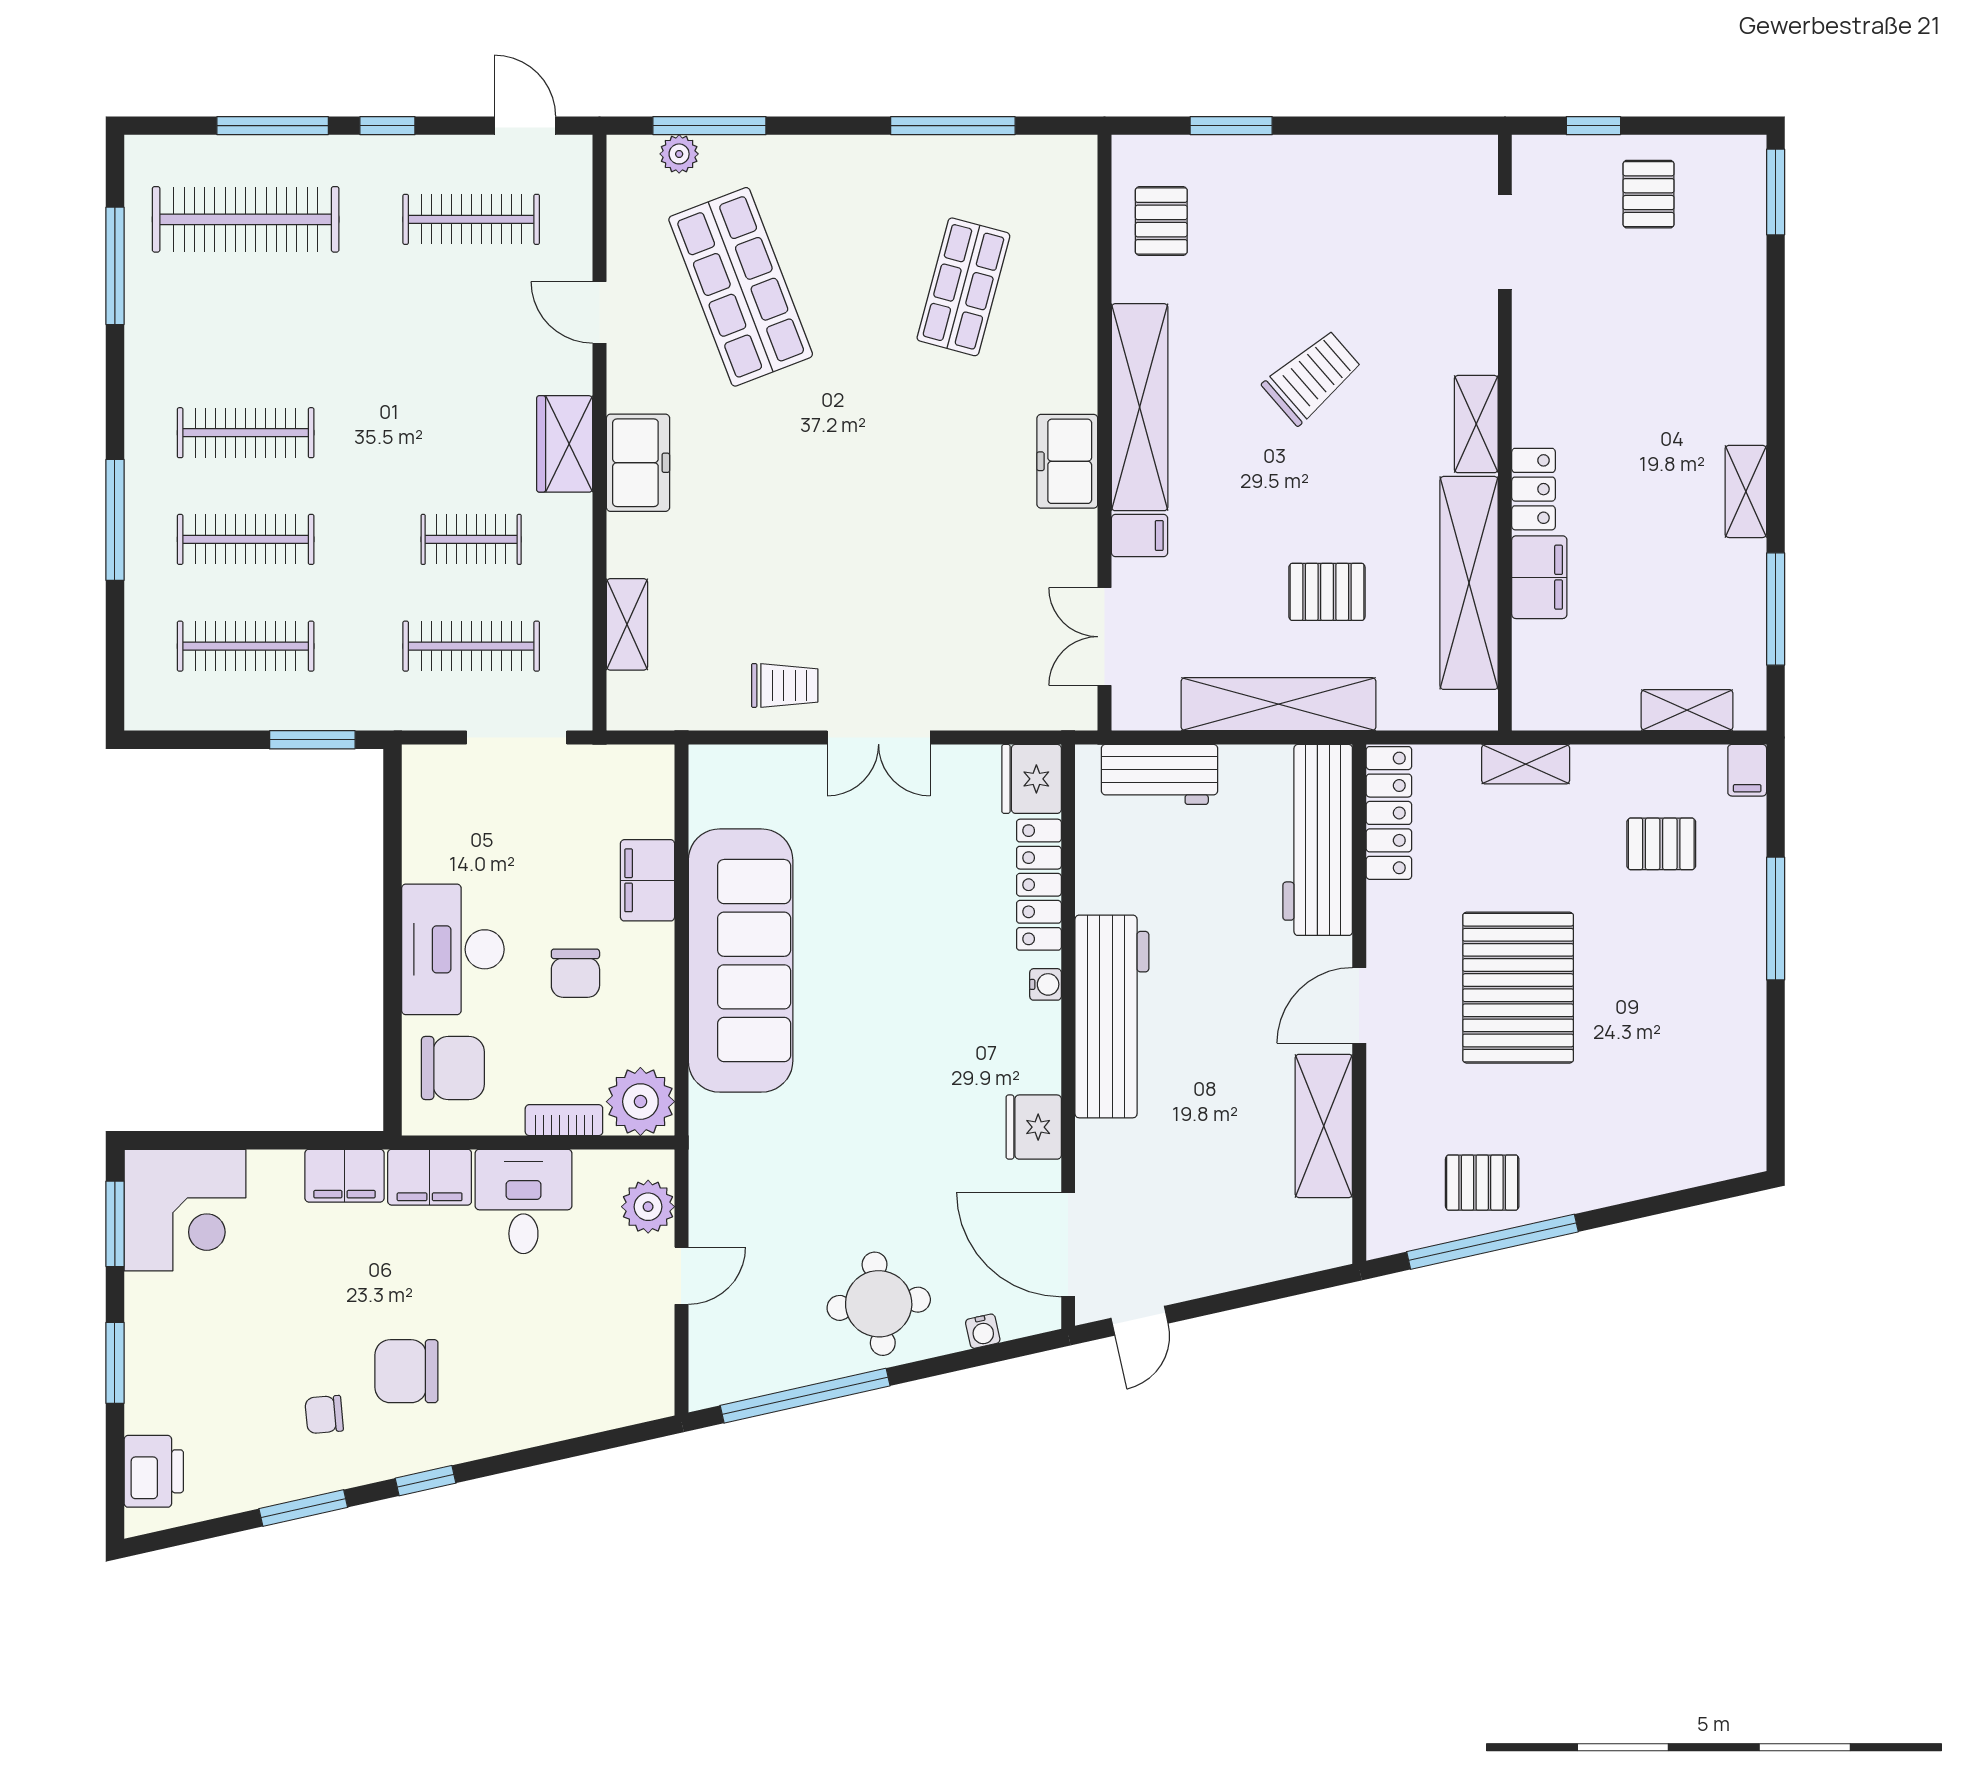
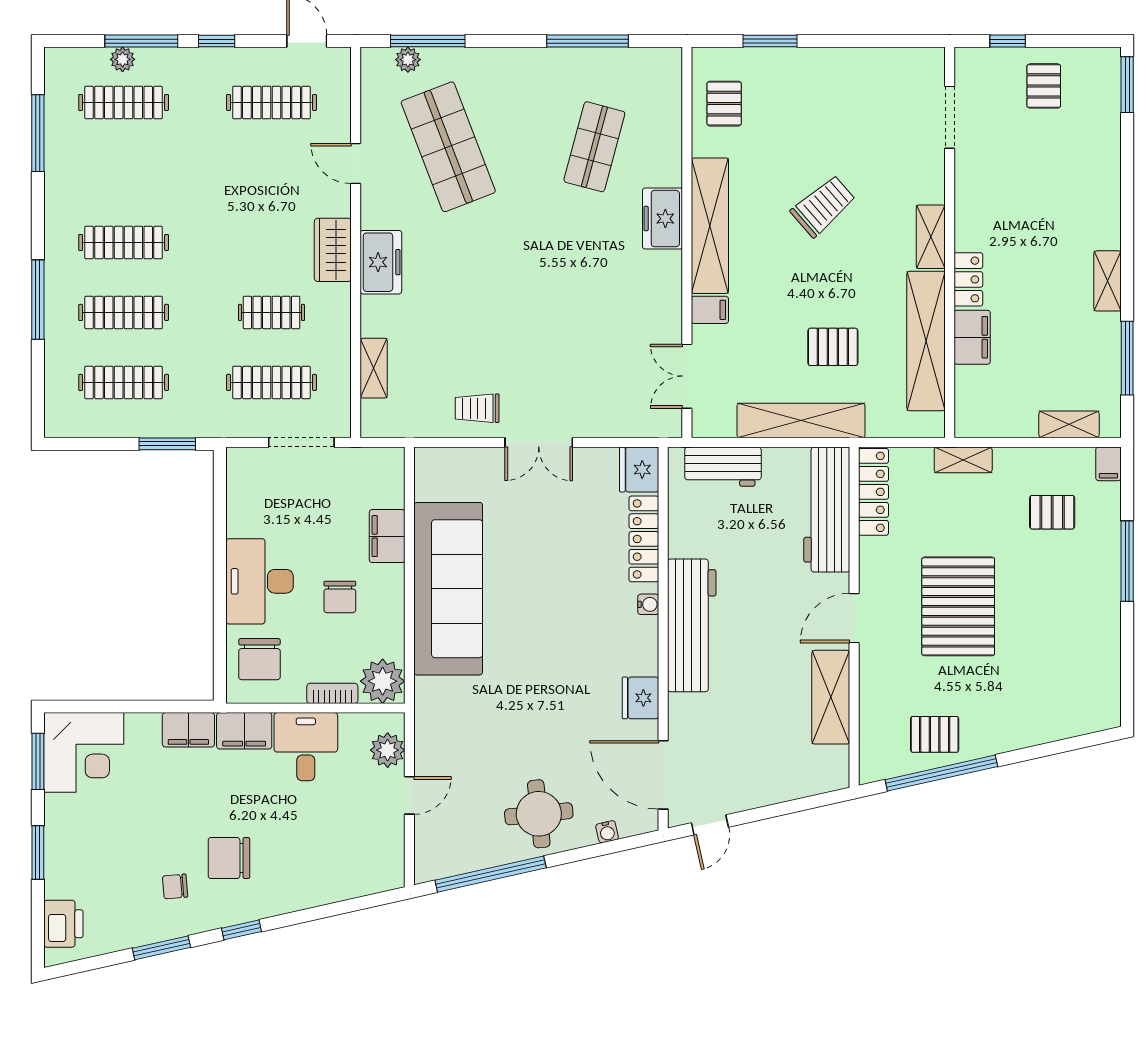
plant: (244, 154) -> (123, 59), added
clothes rail: (246, 219) -> (124, 102), width x0.73, depth x0.76
freezer: (1067, 461) -> (662, 219), moved
trolley: (785, 685) -> (477, 408), turned 180
chair: (453, 1068) -> (259, 659), turned 90

